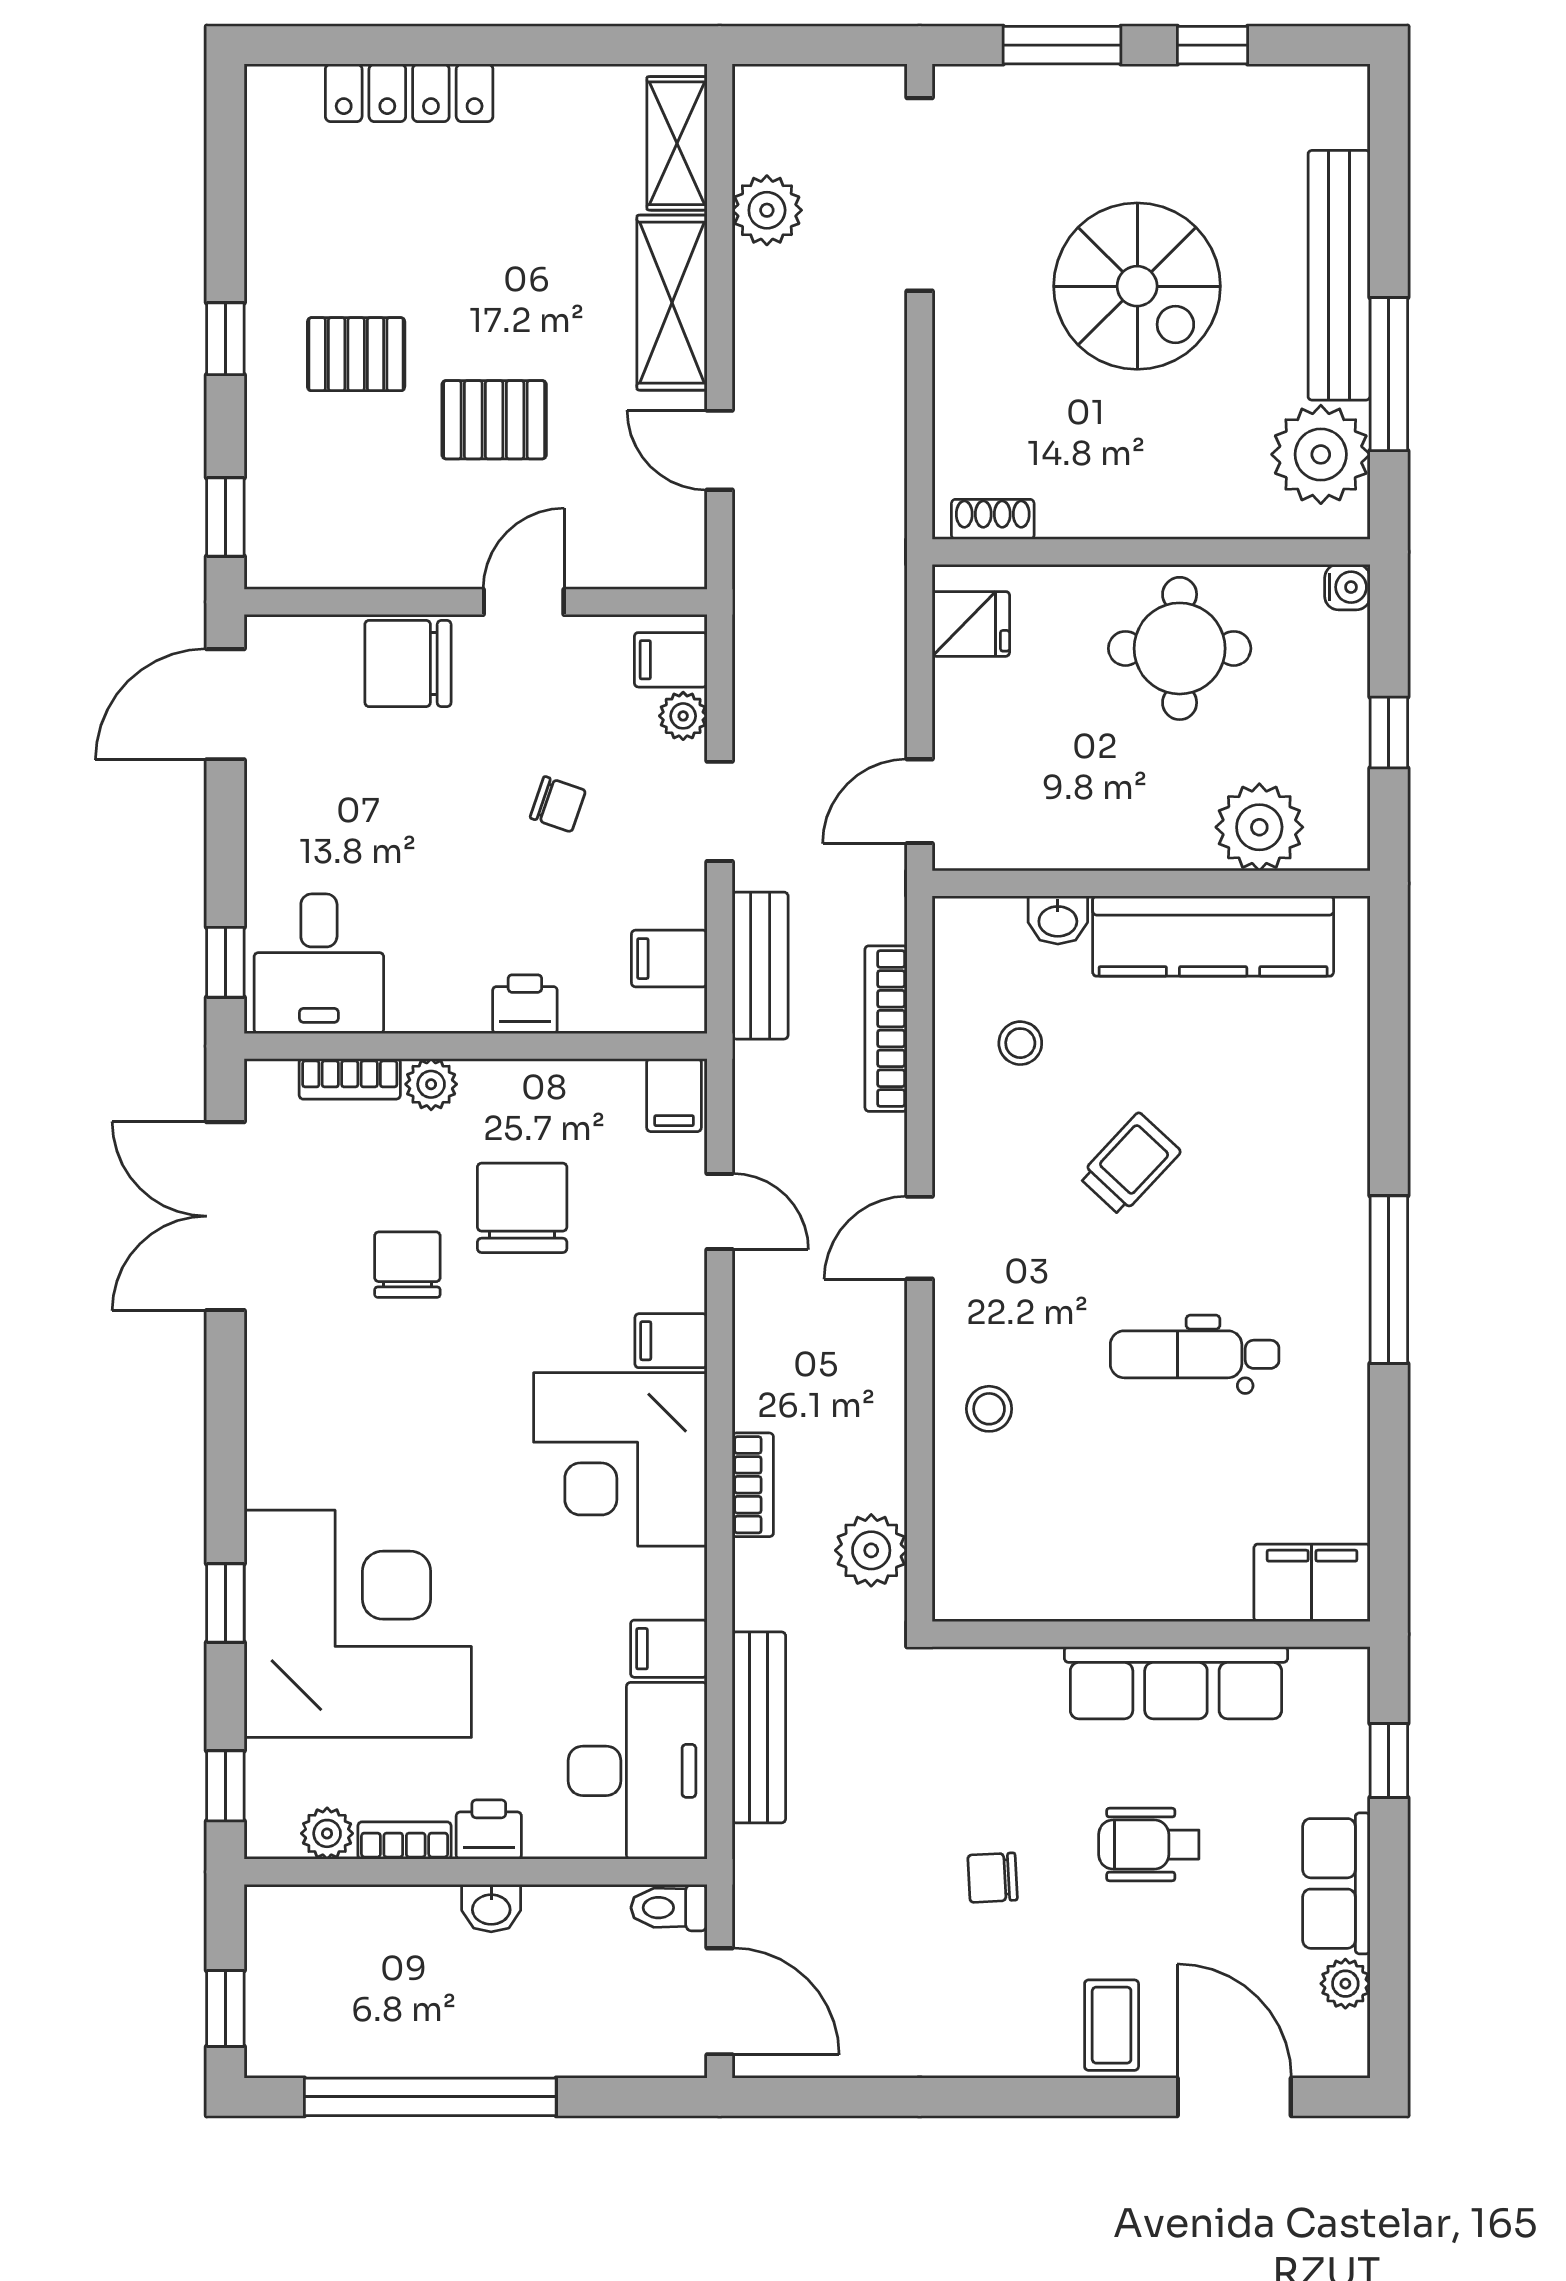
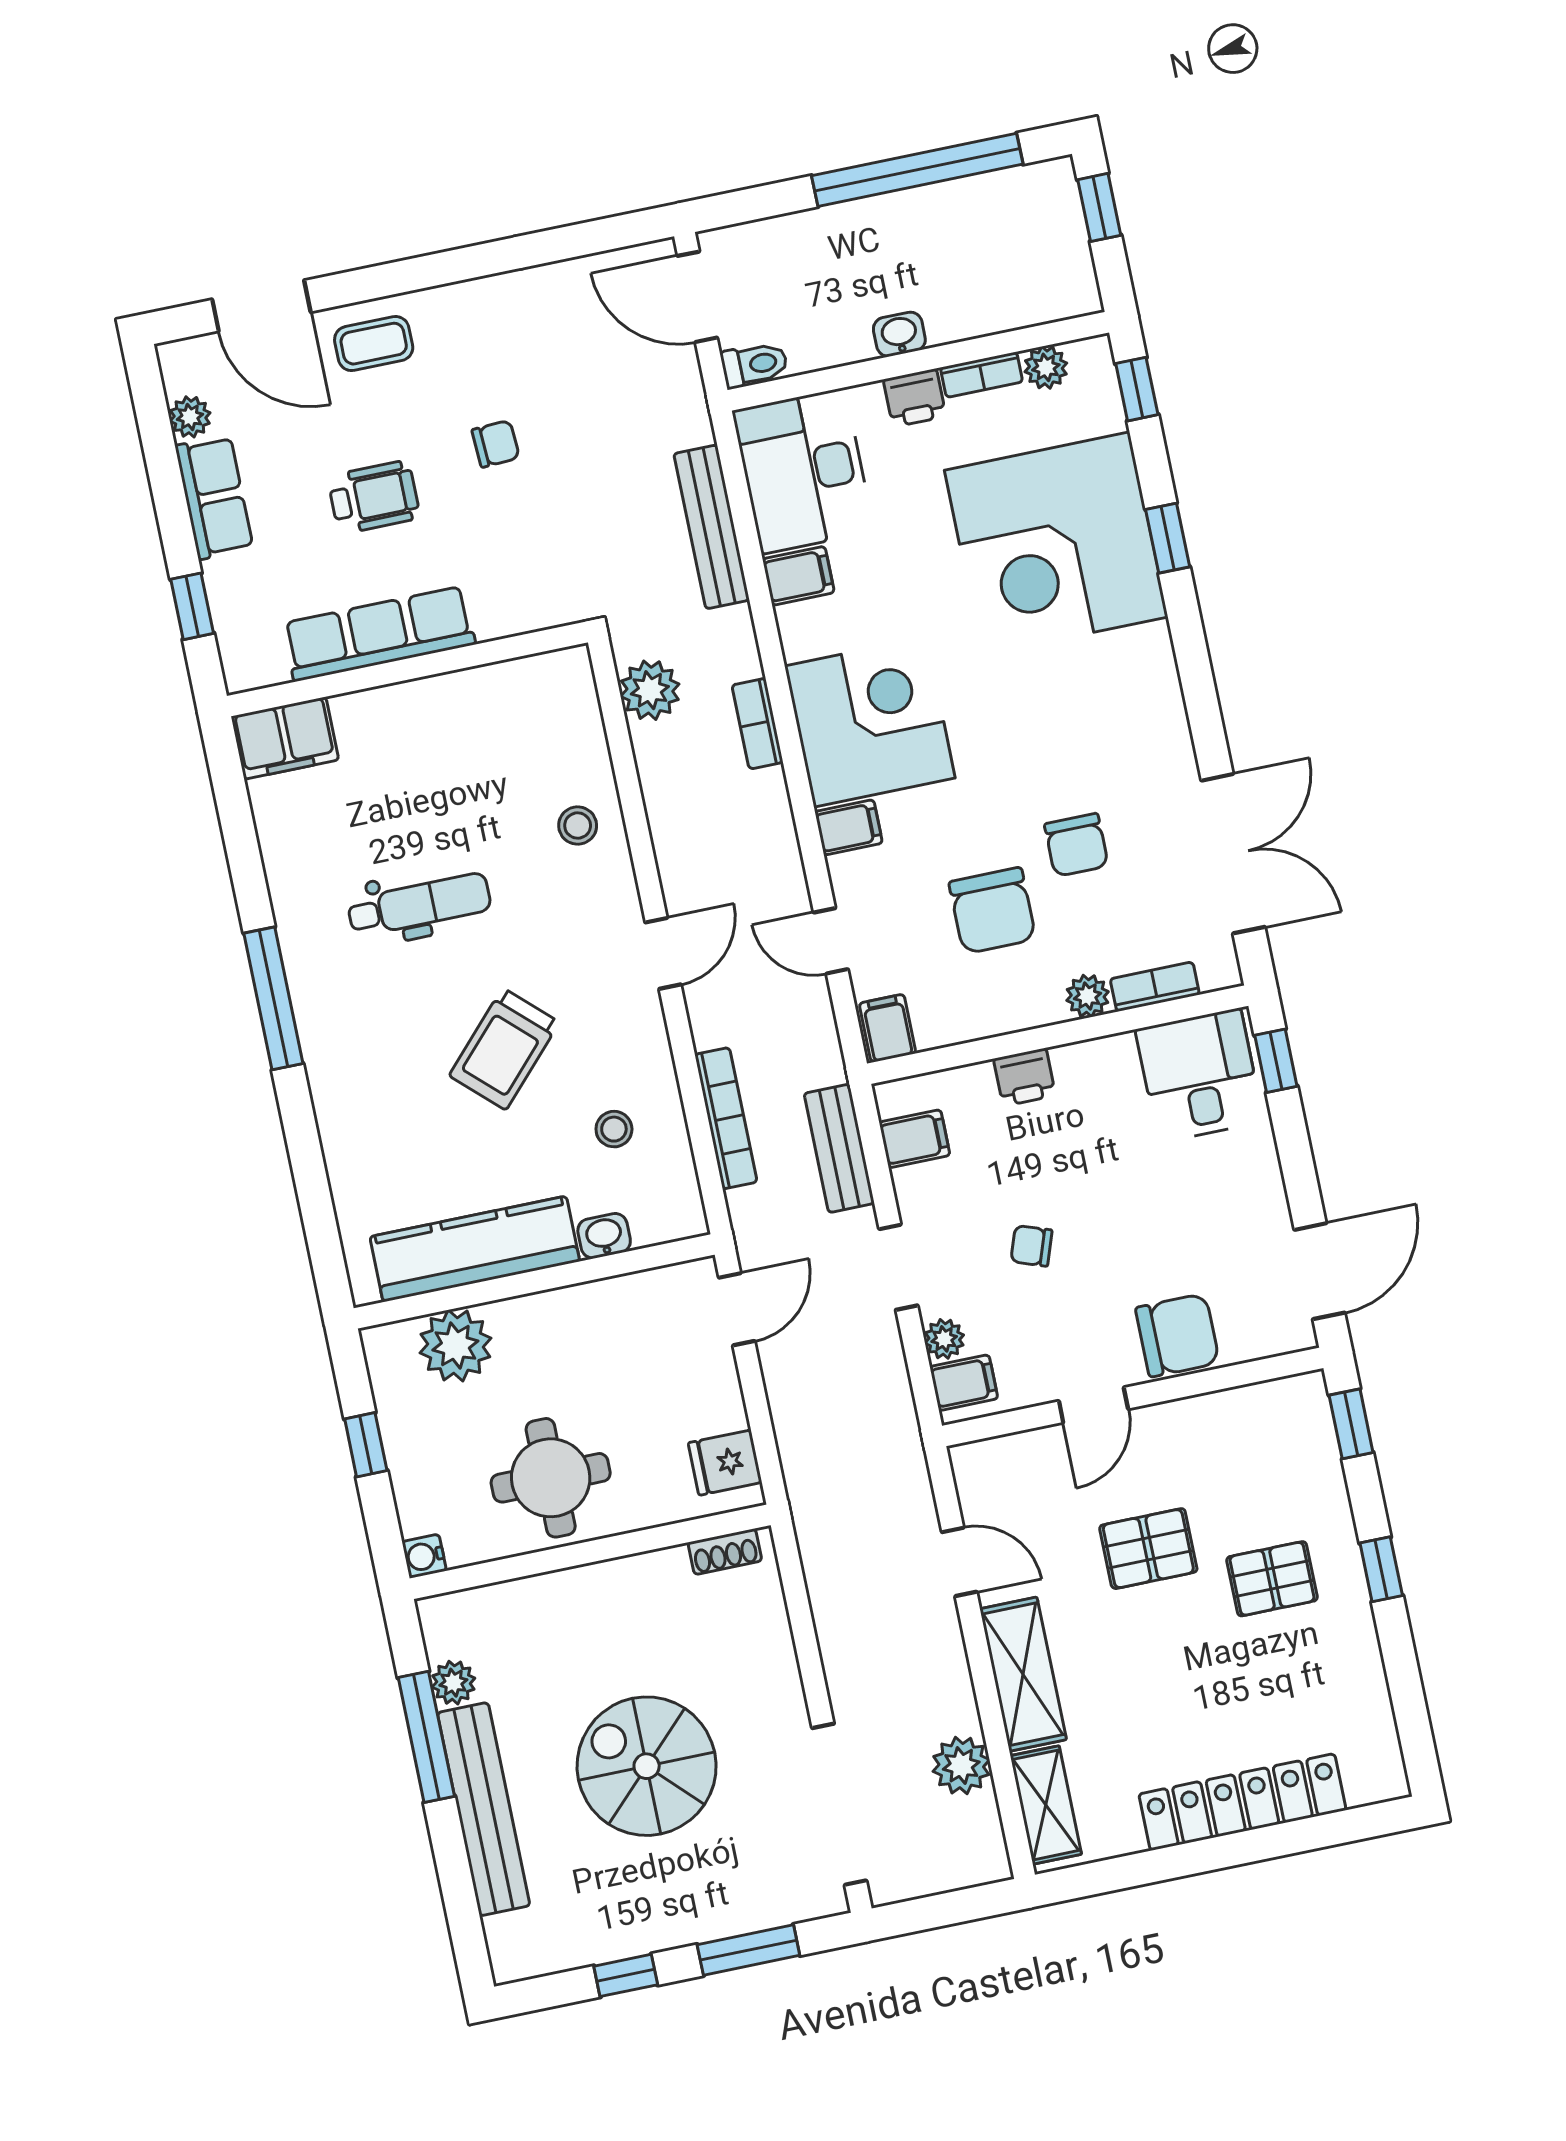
locker: (409, 93) -> (1242, 1802), width x1.41, depth x1.21
plant: (1321, 454) -> (453, 1683), width x0.53, depth x0.53
trolley: (1130, 1164) -> (504, 1049), width x1.36, depth x1.39
coffee table: (1112, 2025) -> (374, 344), turned 90

